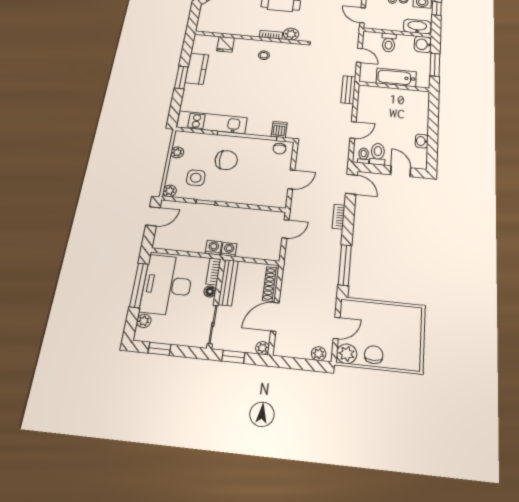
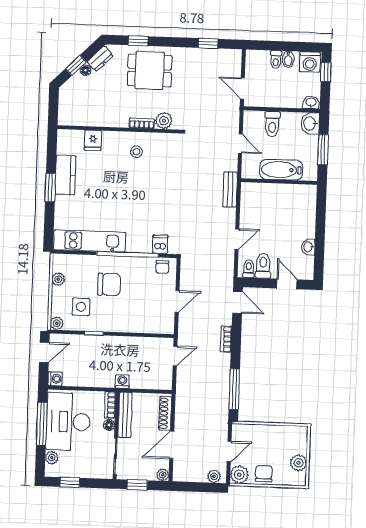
washbasin: (417, 27) -> (311, 102), width x0.52, depth x0.69
washing machine: (213, 248) -> (55, 379), moved, turned 90
plant: (412, 346) -> (299, 463), added

